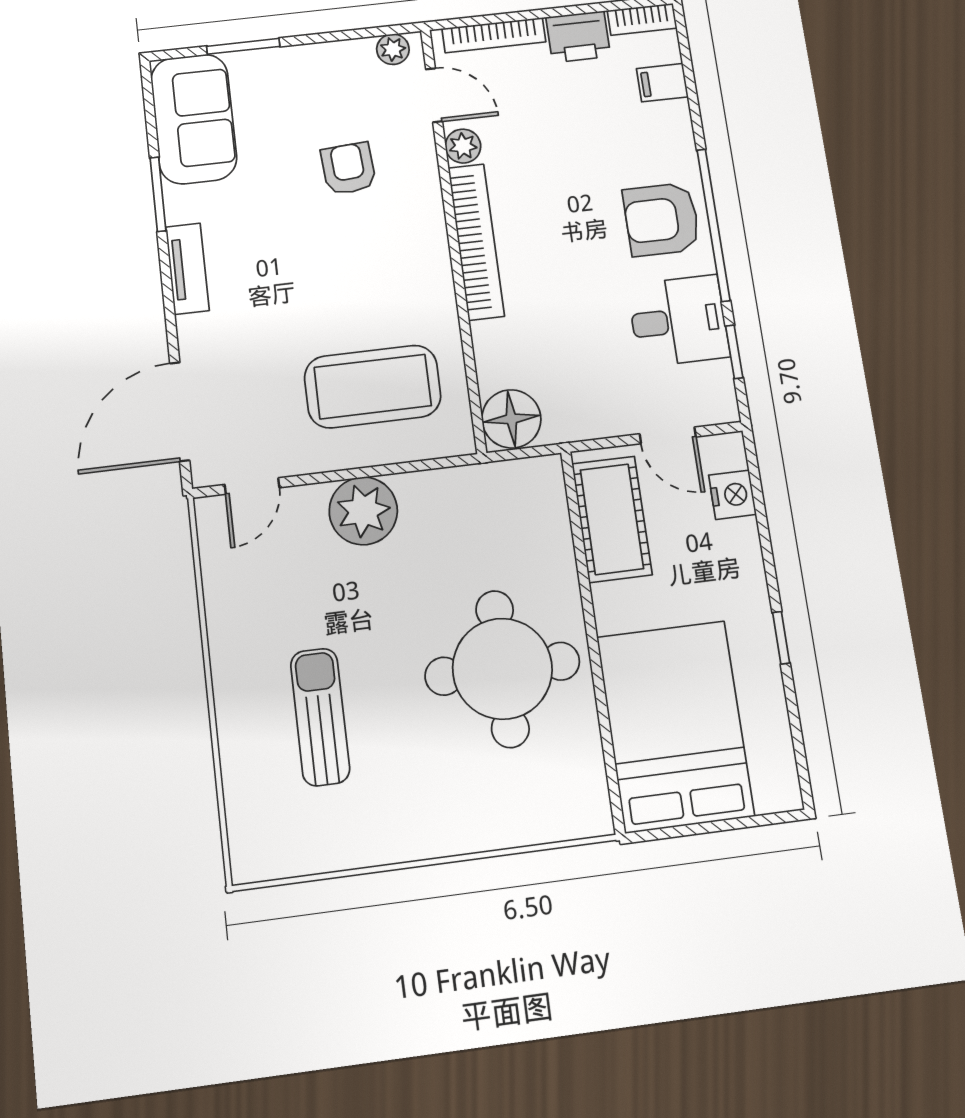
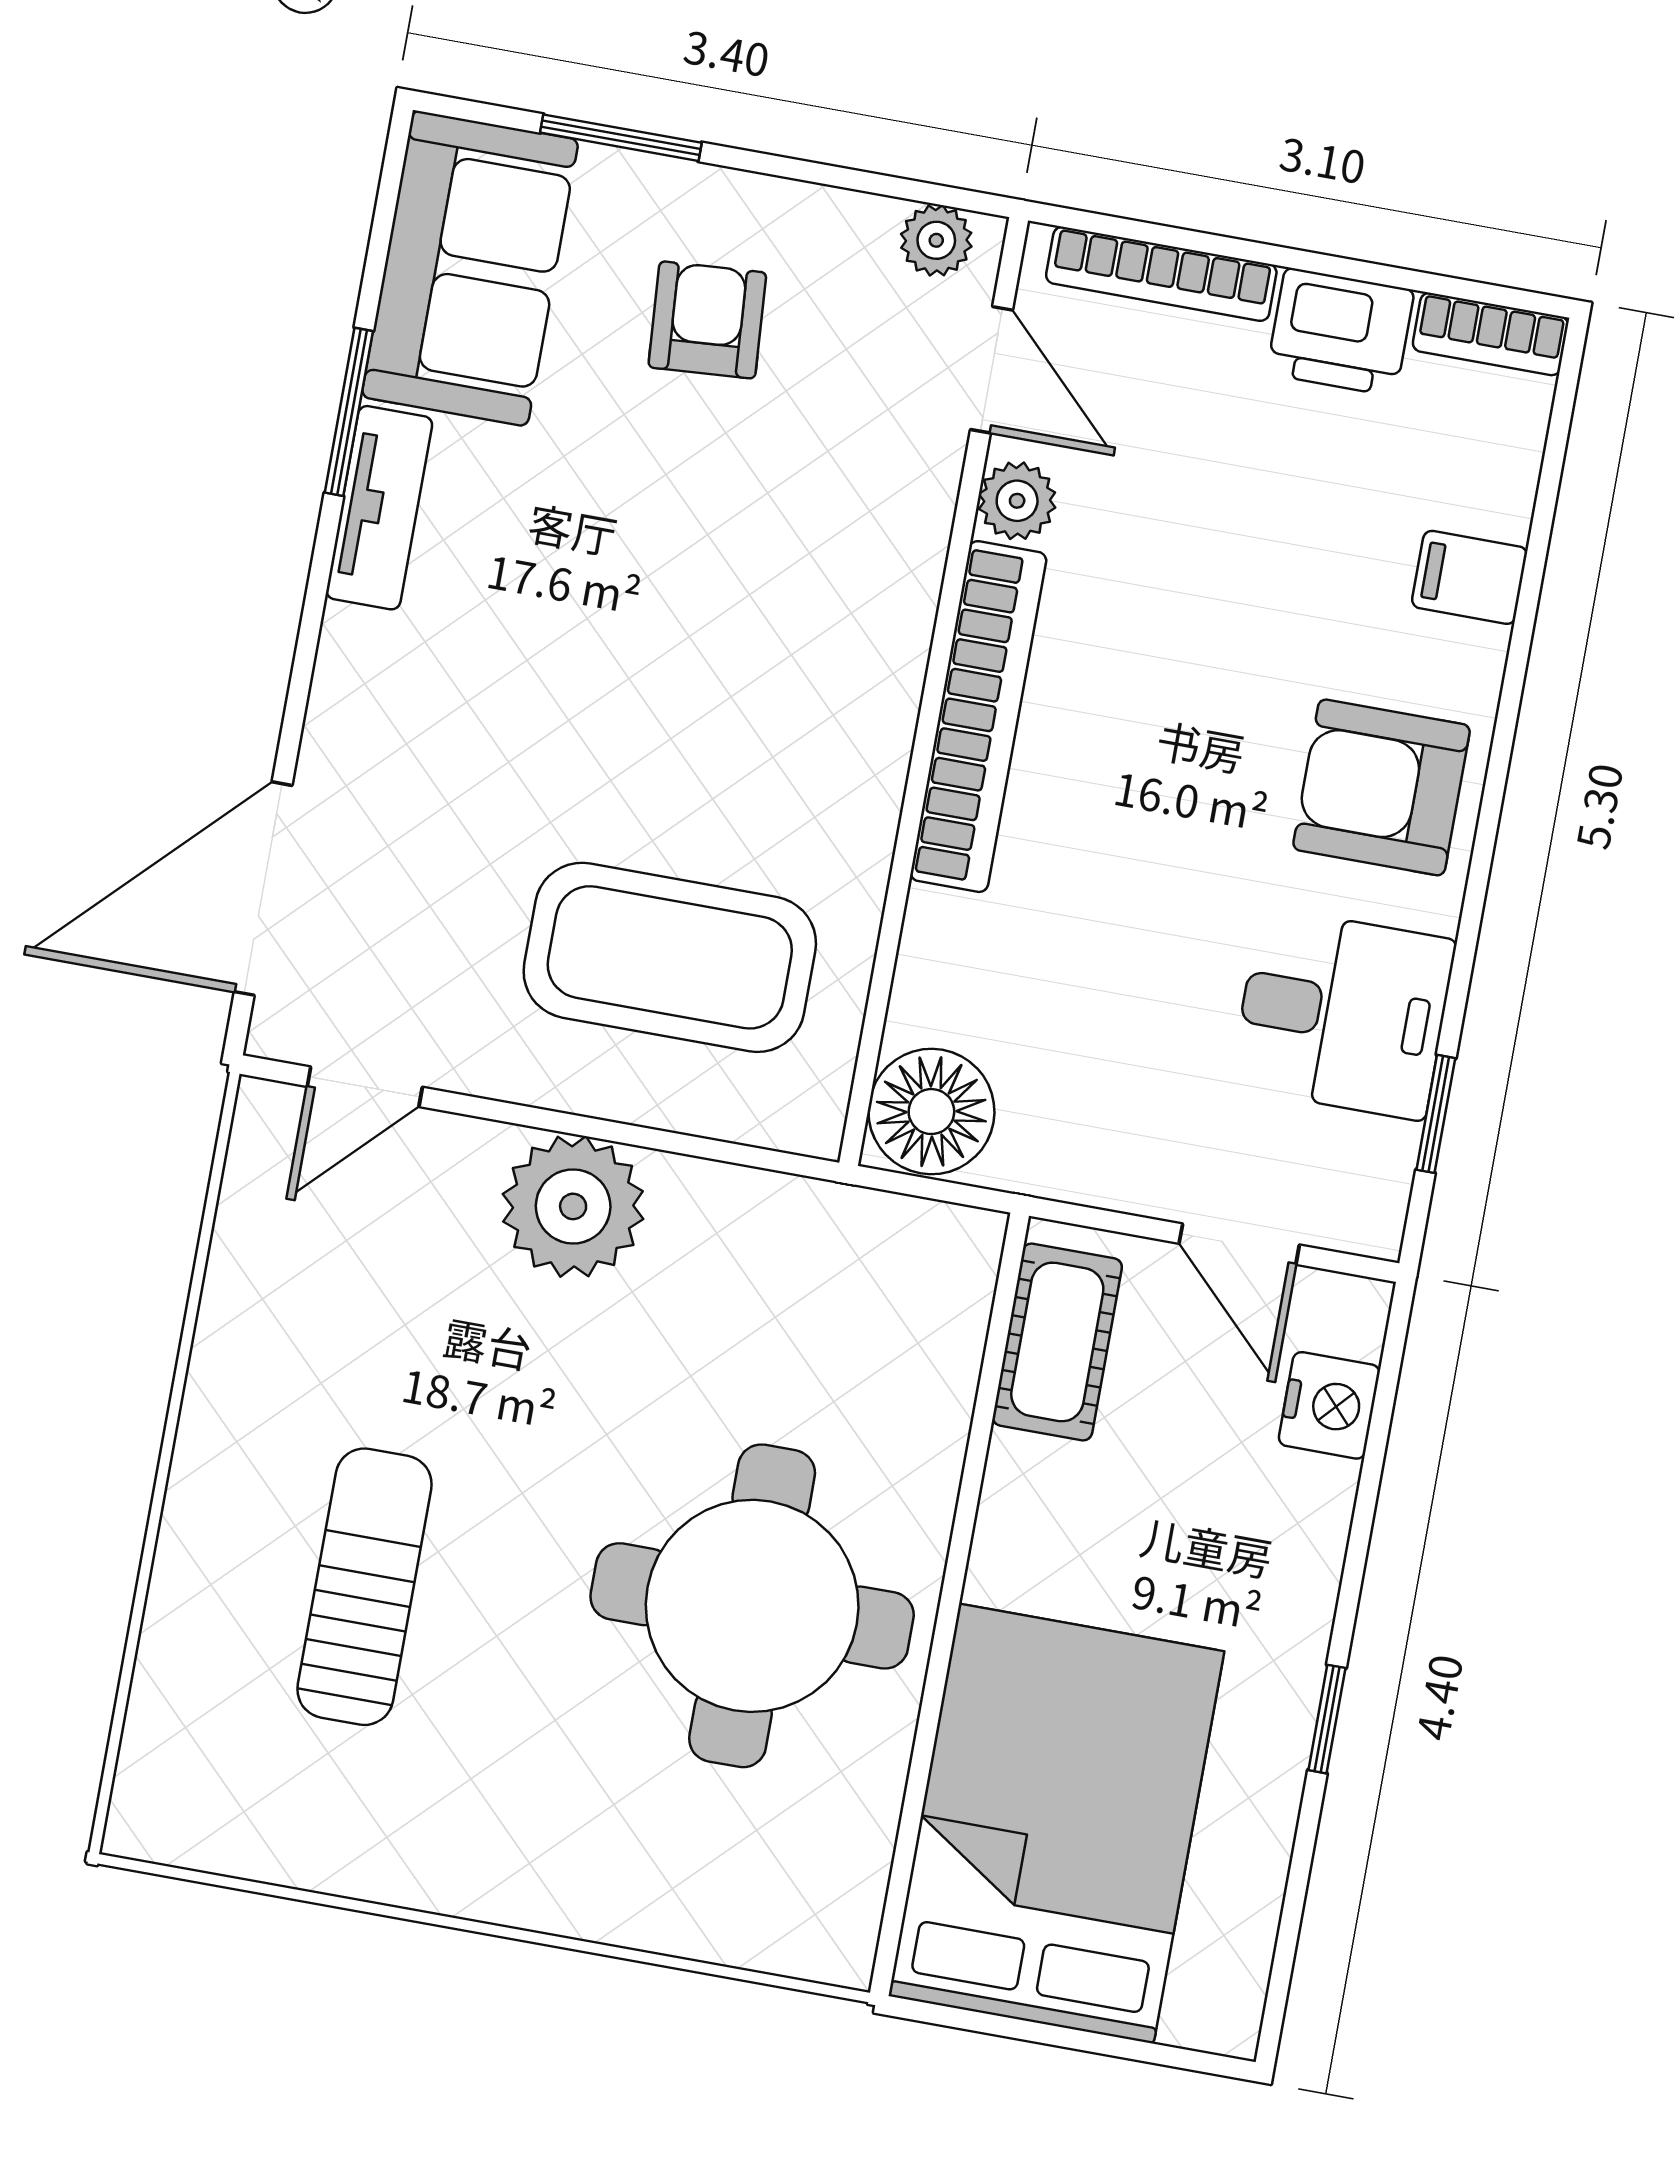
filing cabinet: (662, 83) -> (1470, 577), moved
armchair: (348, 169) -> (707, 320), moved
window: (713, 225) -> (1486, 832), removed
tv unit: (187, 269) -> (379, 508), moved
cot: (612, 519) -> (1057, 1342), width x0.73, depth x0.75

